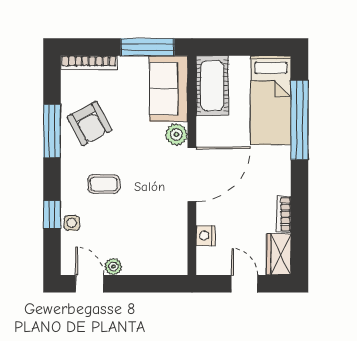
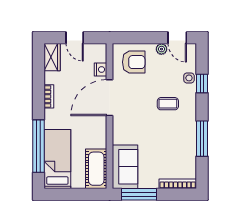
armchair: (89, 124) -> (134, 62), moved, turned 118
plant: (176, 135) -> (120, 136), removed
door: (192, 174) -> (110, 98), moved
bookcase: (284, 214) -> (49, 96), moved

